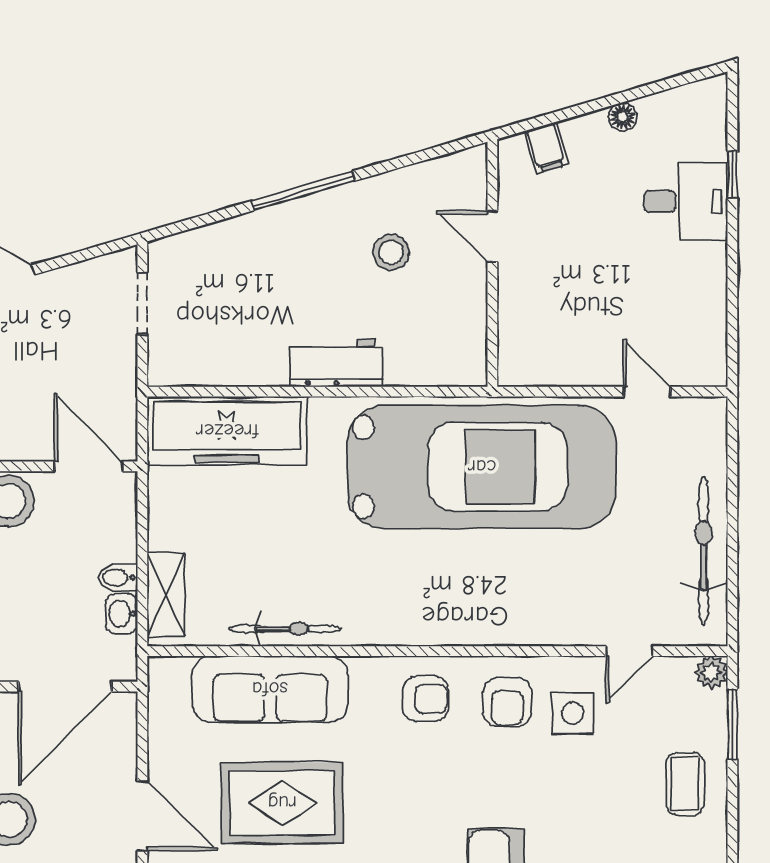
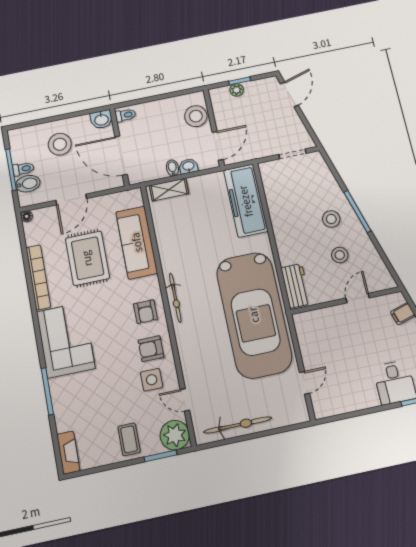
stool: (308, 252) -> (331, 219), added
workbench: (336, 363) -> (296, 286), moved
washbasin: (122, 614) -> (188, 166), moved
bicycle: (285, 629) -> (175, 298), moved
plant: (711, 672) -> (175, 435), width x1.88, depth x1.88
coffee table: (685, 784) -> (129, 439), turned 90

